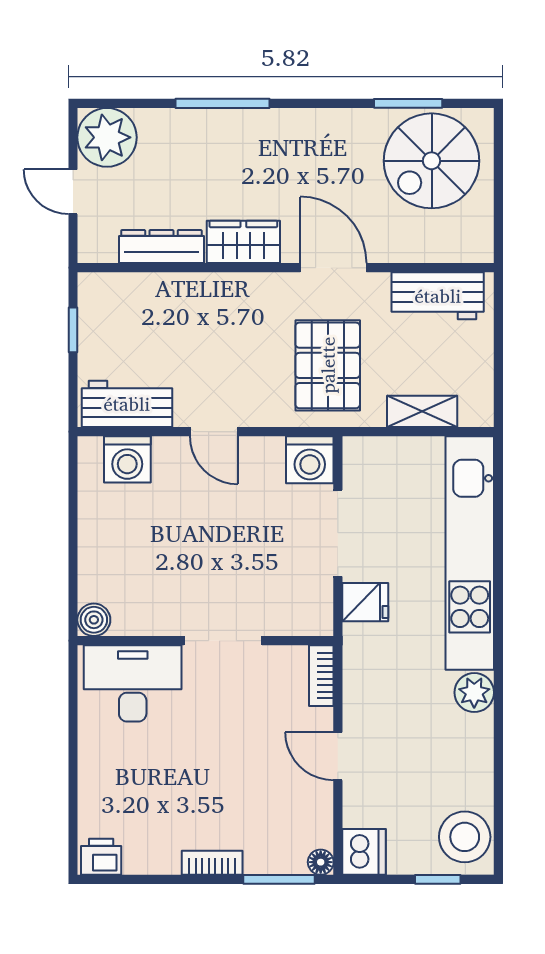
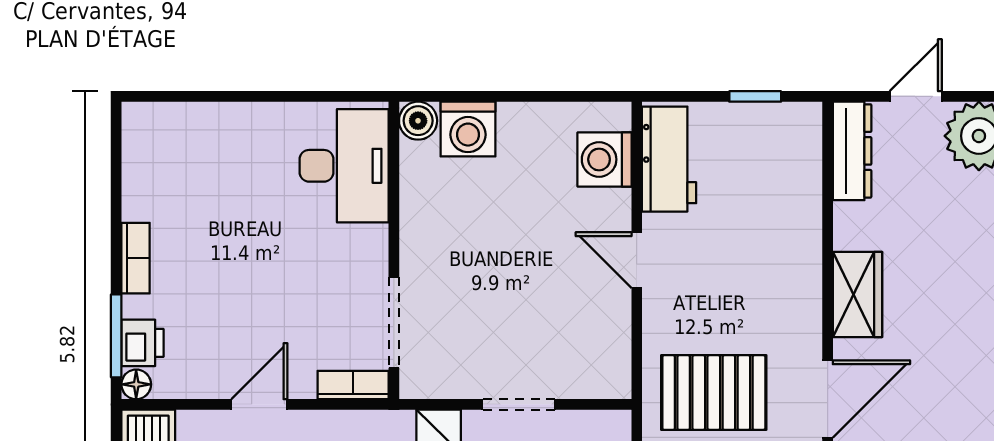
dresser: (161, 246) -> (852, 151), moved
door: (214, 432) -> (637, 260), hinge flipped
washing machine: (310, 460) -> (468, 129), moved, turned -90
doorway: (338, 533) -> (519, 404), width x0.73
doorway: (223, 641) -> (394, 322), moved
printer: (101, 857) -> (142, 343), moved

